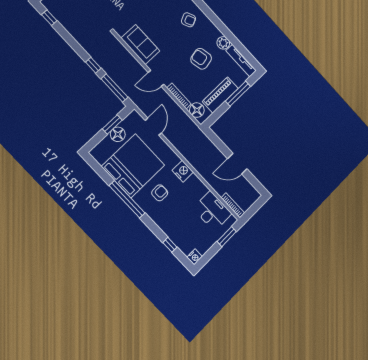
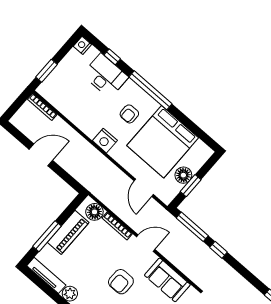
armchair: (201, 59) -> (121, 282), moved, turned 102
window: (127, 199) -> (150, 90), moved
desk: (212, 211) -> (105, 76), moved, turned 180

